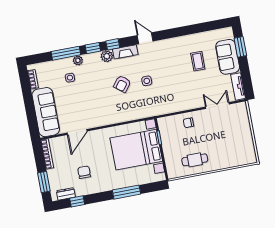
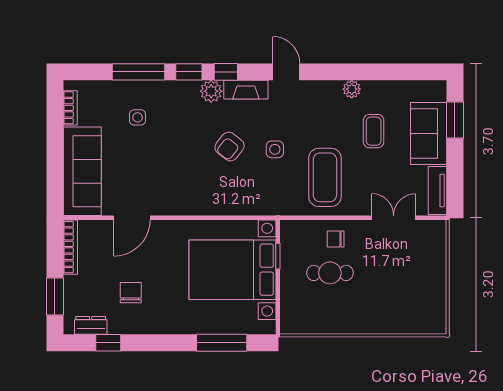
plant: (78, 60) -> (352, 89), moved
coffee table: (176, 91) -> (325, 177), added
cafe table: (195, 160) -> (330, 273), moved
window: (126, 192) -> (222, 343), moved

